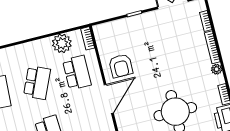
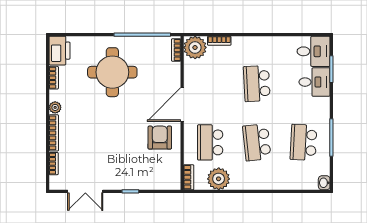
school desk: (37, 83) -> (257, 142), turned -30

